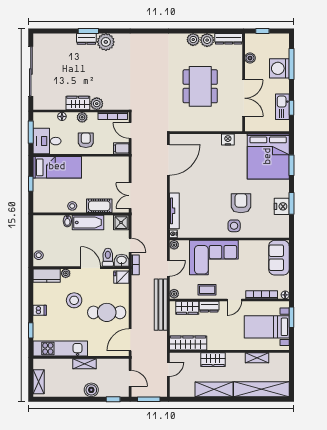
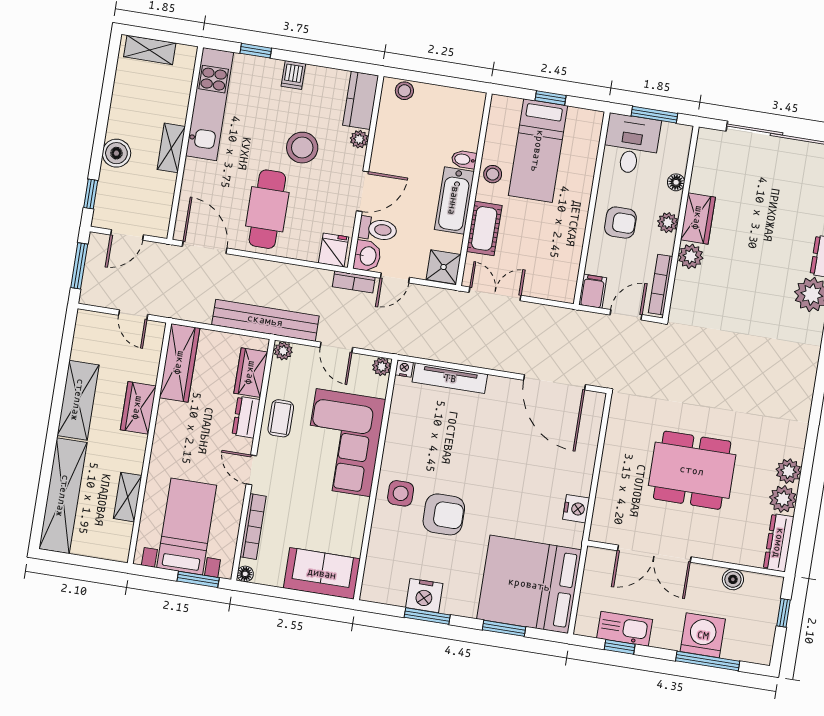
bed: (57, 167) -> (538, 151), moved

